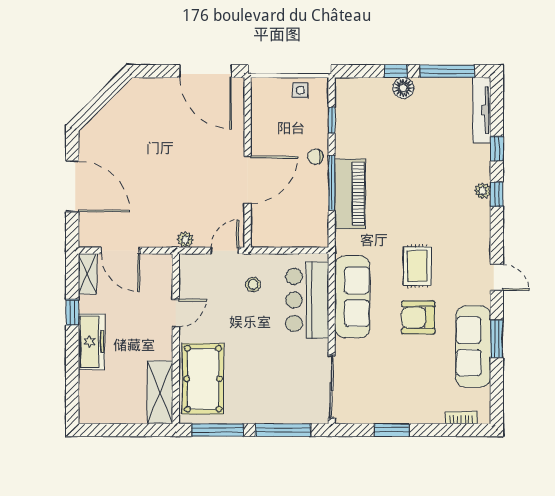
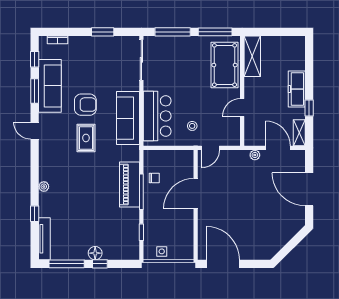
chair: (315, 157) -> (154, 178), moved
window: (497, 194) -> (35, 59), moved
plant: (185, 240) -> (255, 155), moved

